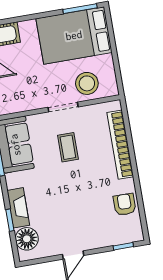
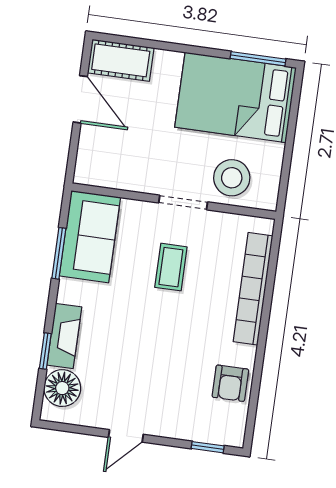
armchair: (125, 204) -> (230, 383), turned 180

